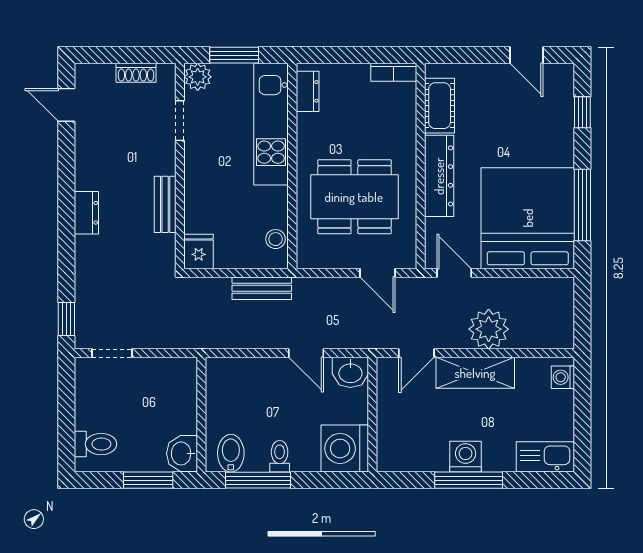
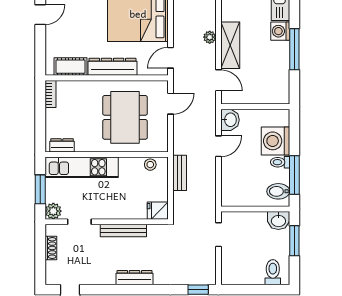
bench: (165, 204) -> (123, 231), width x1.36
dresser: (86, 213) -> (135, 278), width x1.44
plant: (489, 329) -> (210, 37), width x0.53, depth x0.53
doorway: (112, 353) -> (218, 235), moved
washing machine: (345, 448) -> (275, 141), moved, turned 90
washing machine: (466, 457) -> (280, 31), moved

